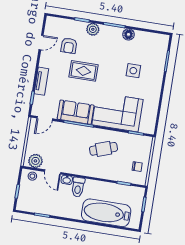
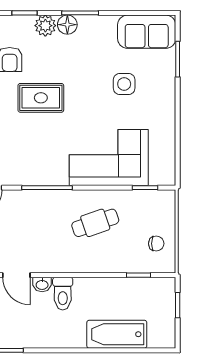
floor lamp: (128, 34) -> (67, 25), moved
sofa: (76, 112) -> (147, 32), moved, turned 180
bathtub: (106, 213) -> (117, 334), width x0.73, depth x0.73

